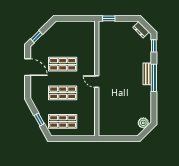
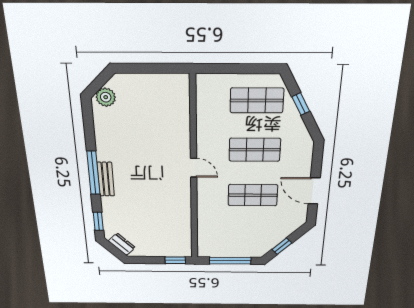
window: (75, 18) -> (230, 261), added
window: (36, 37) -> (282, 246), moved

